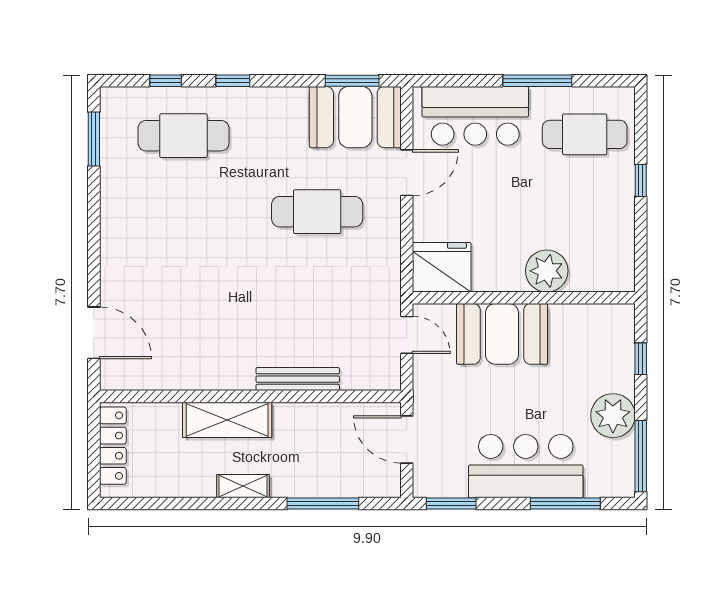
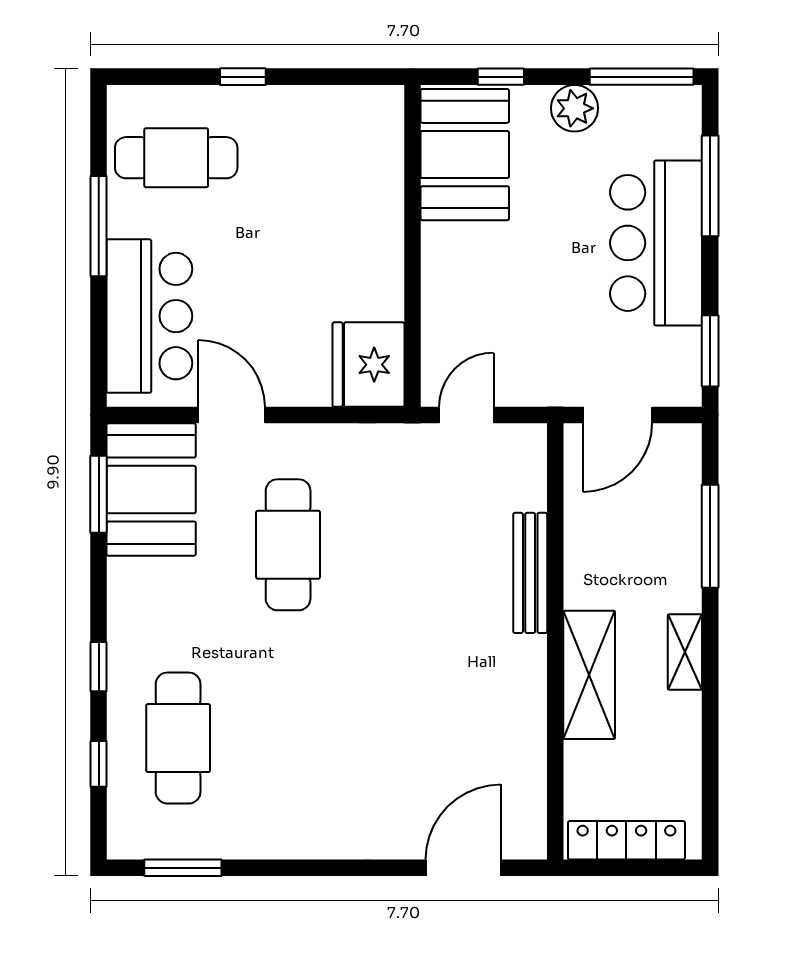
cafe table: (585, 134) -> (176, 158), turned 90
plant: (547, 271) -> (374, 213), removed
booth: (502, 334) -> (465, 155), moved
plant: (613, 416) -> (575, 108), width x0.73, depth x0.73

